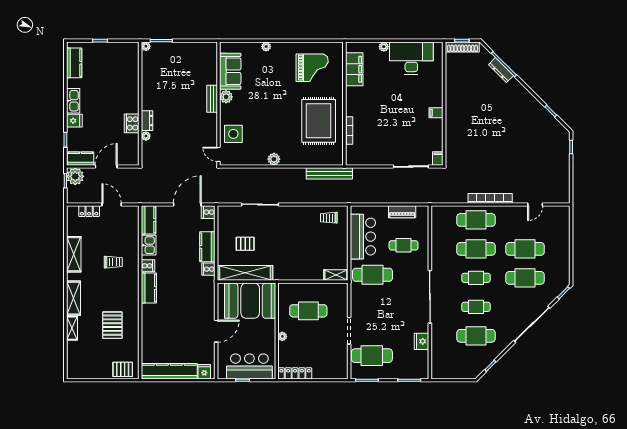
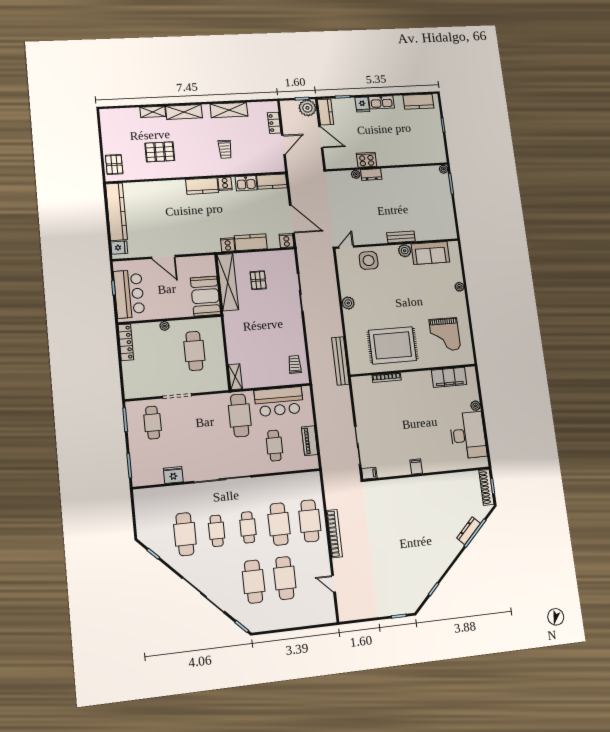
booth: (250, 301) -> (205, 296), width x0.73, depth x0.70
cafe table: (372, 356) -> (153, 423), width x0.73, depth x0.74

